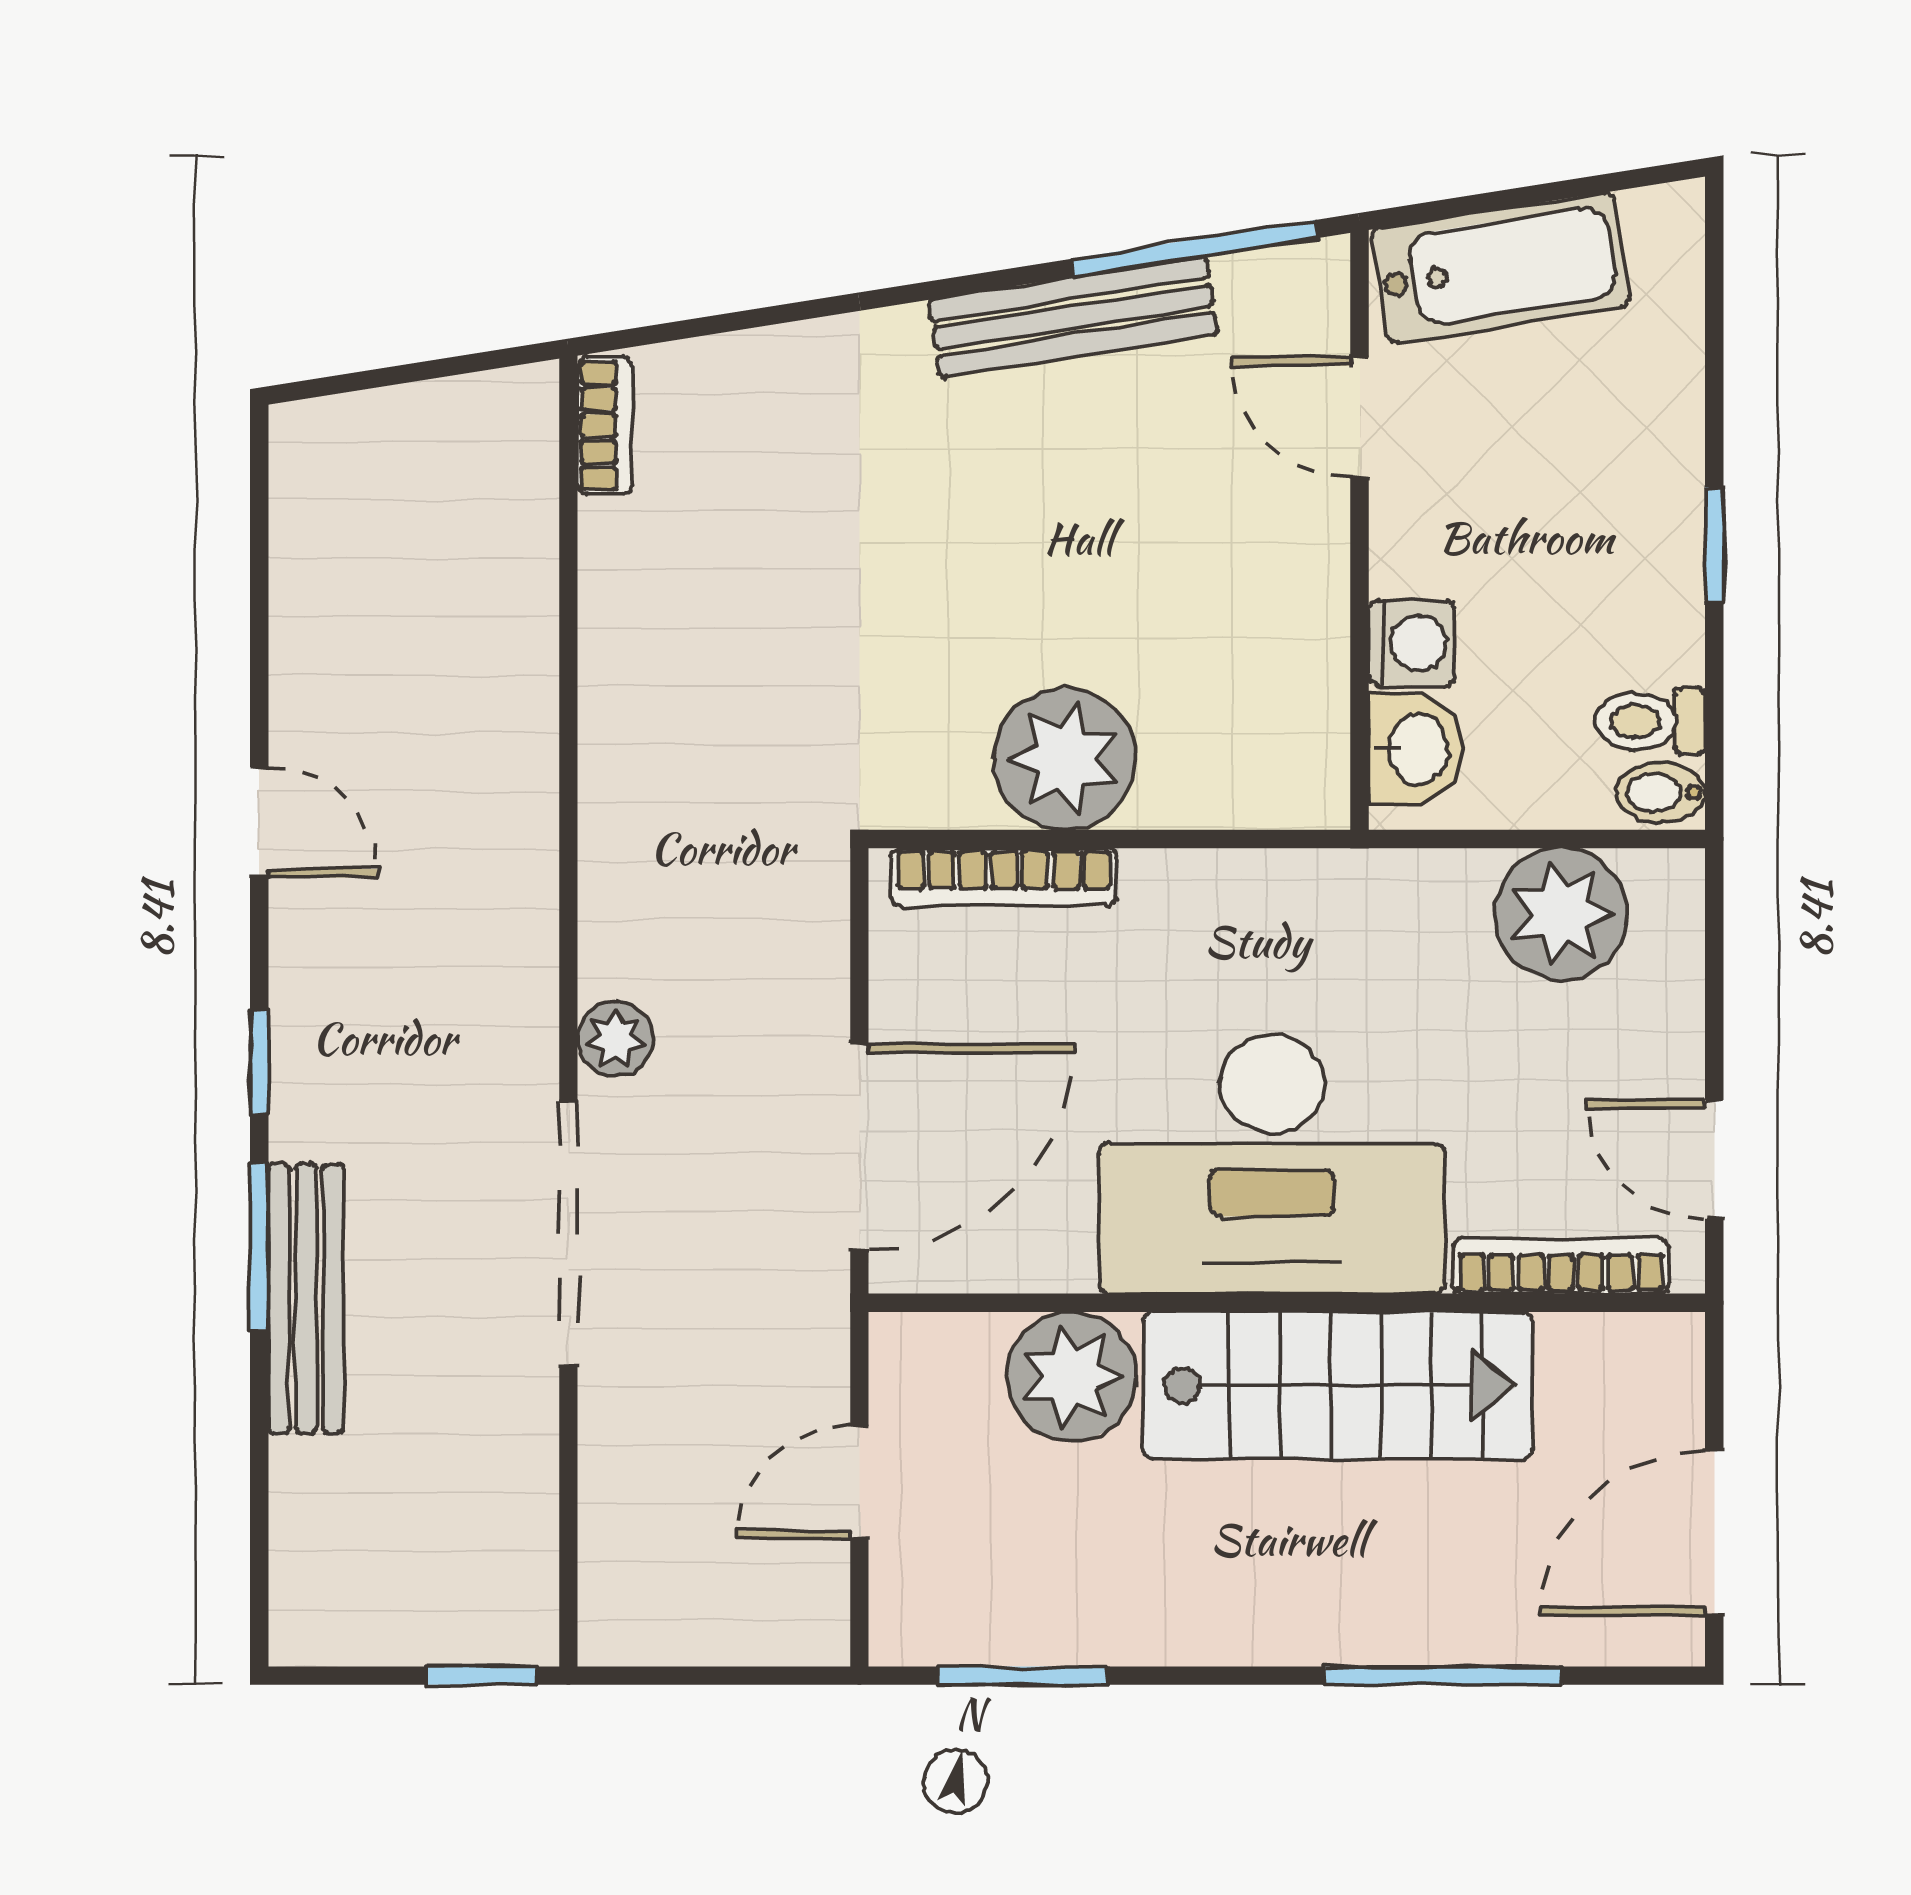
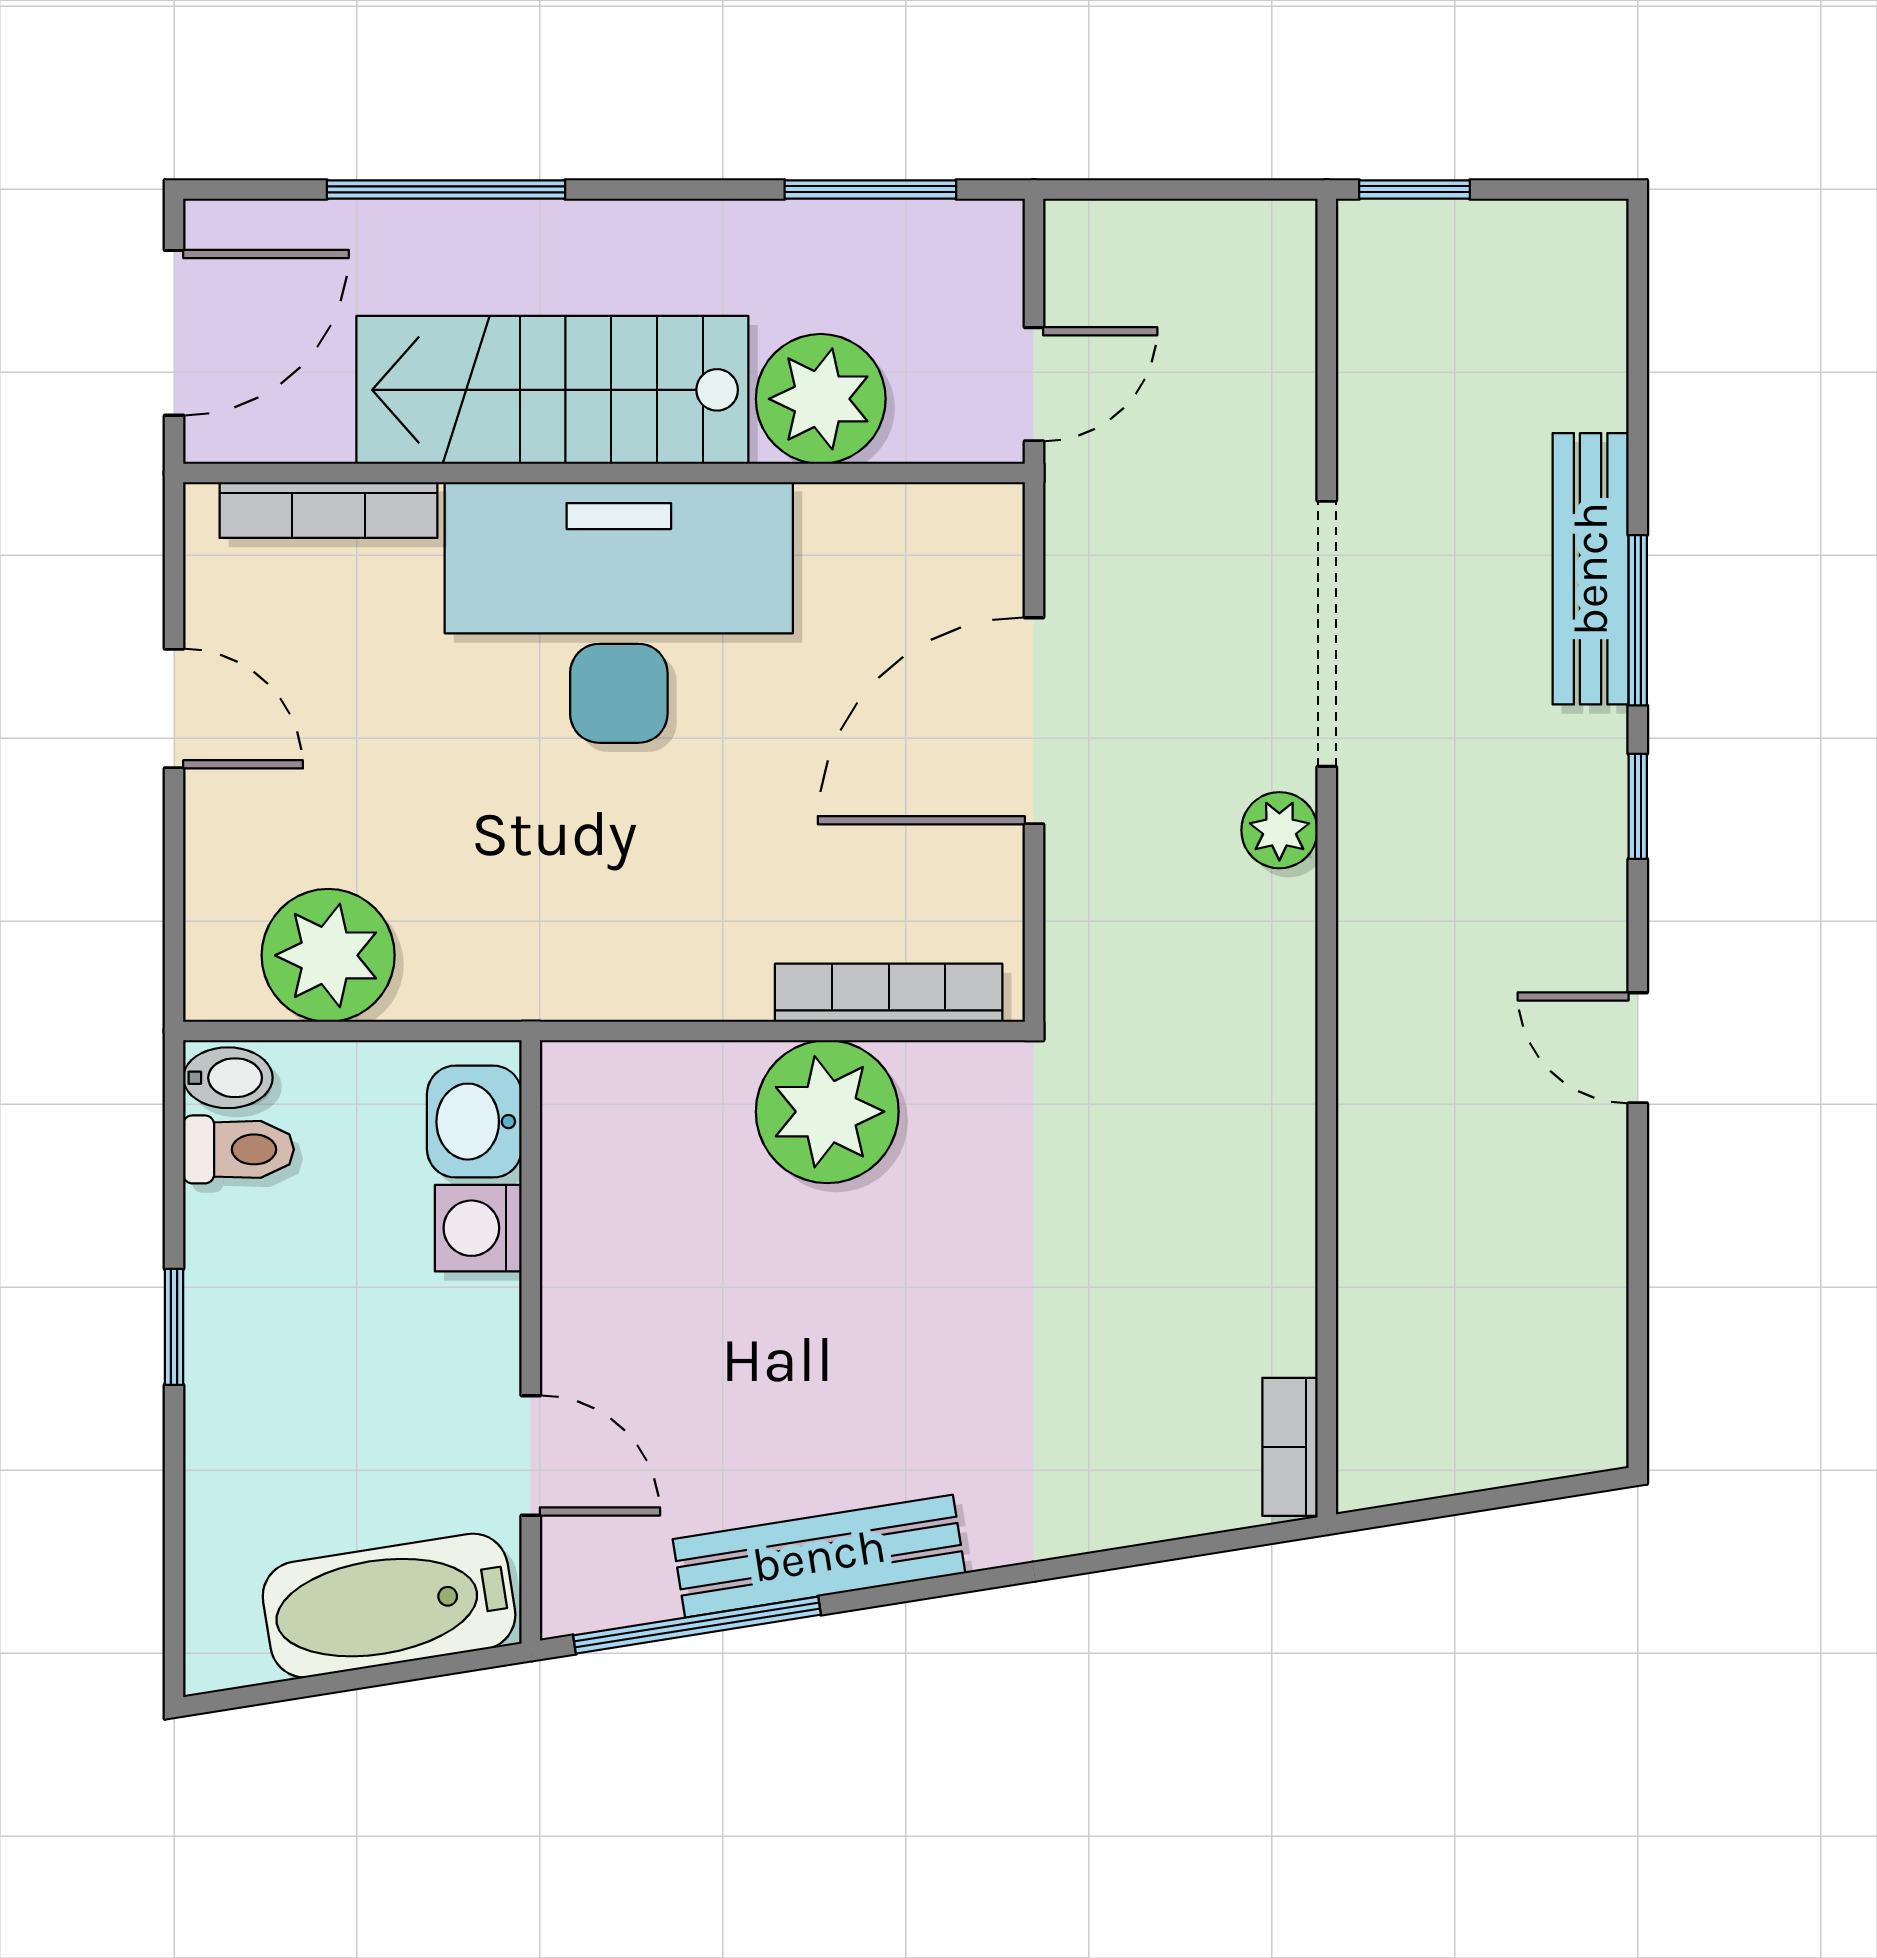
desk: (1272, 1164) -> (619, 613), moved
bookcase: (1561, 1266) -> (328, 510), moved
wall: (1287, 1303) -> (604, 473), moved
plant: (1071, 1376) -> (821, 399), moved
stairs: (1338, 1385) -> (552, 390), moved

